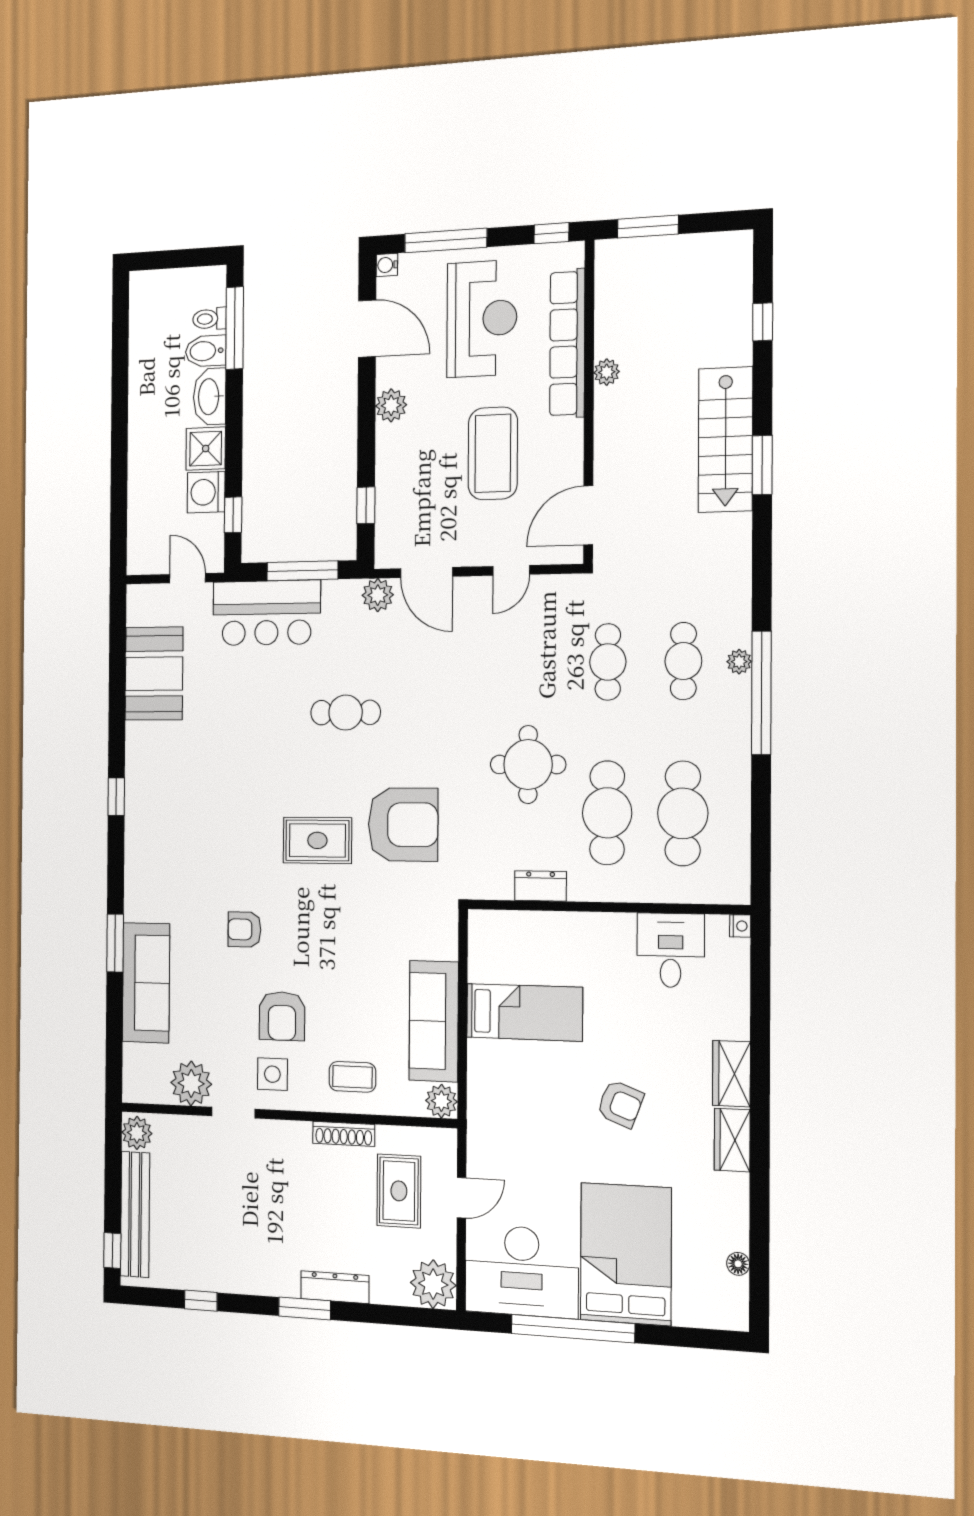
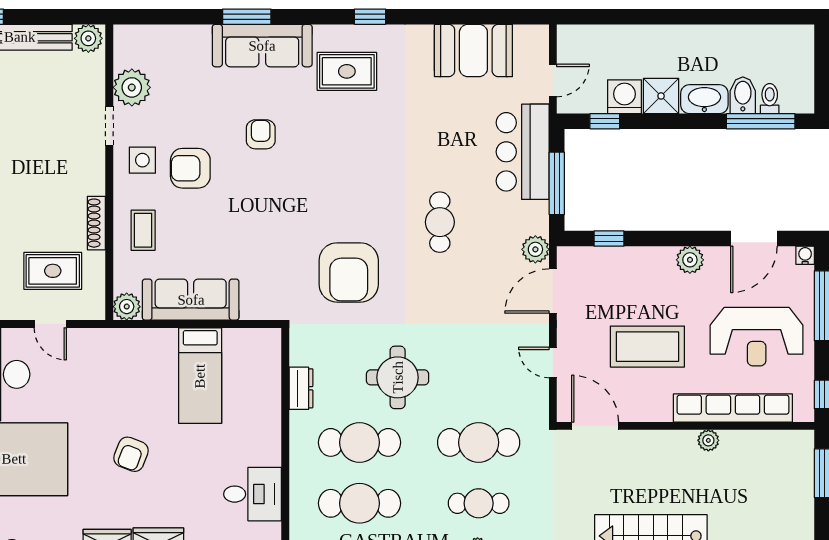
cafe table: (608, 662) -> (479, 442), width x1.37, depth x1.35
rug: (317, 840) -> (347, 71), moved, turned 90
sofa: (146, 983) -> (262, 46), moved

